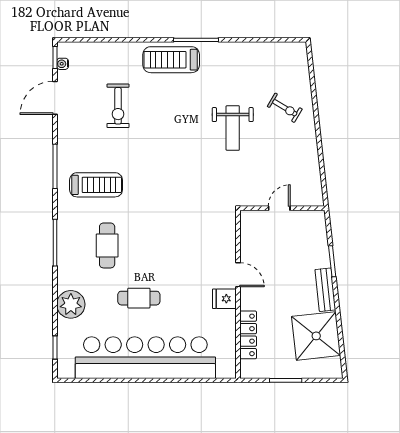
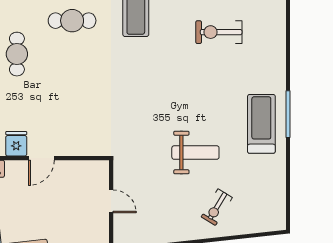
treadmill: (171, 60) -> (261, 124), moved
weight bench: (233, 128) -> (195, 153), turned 180

